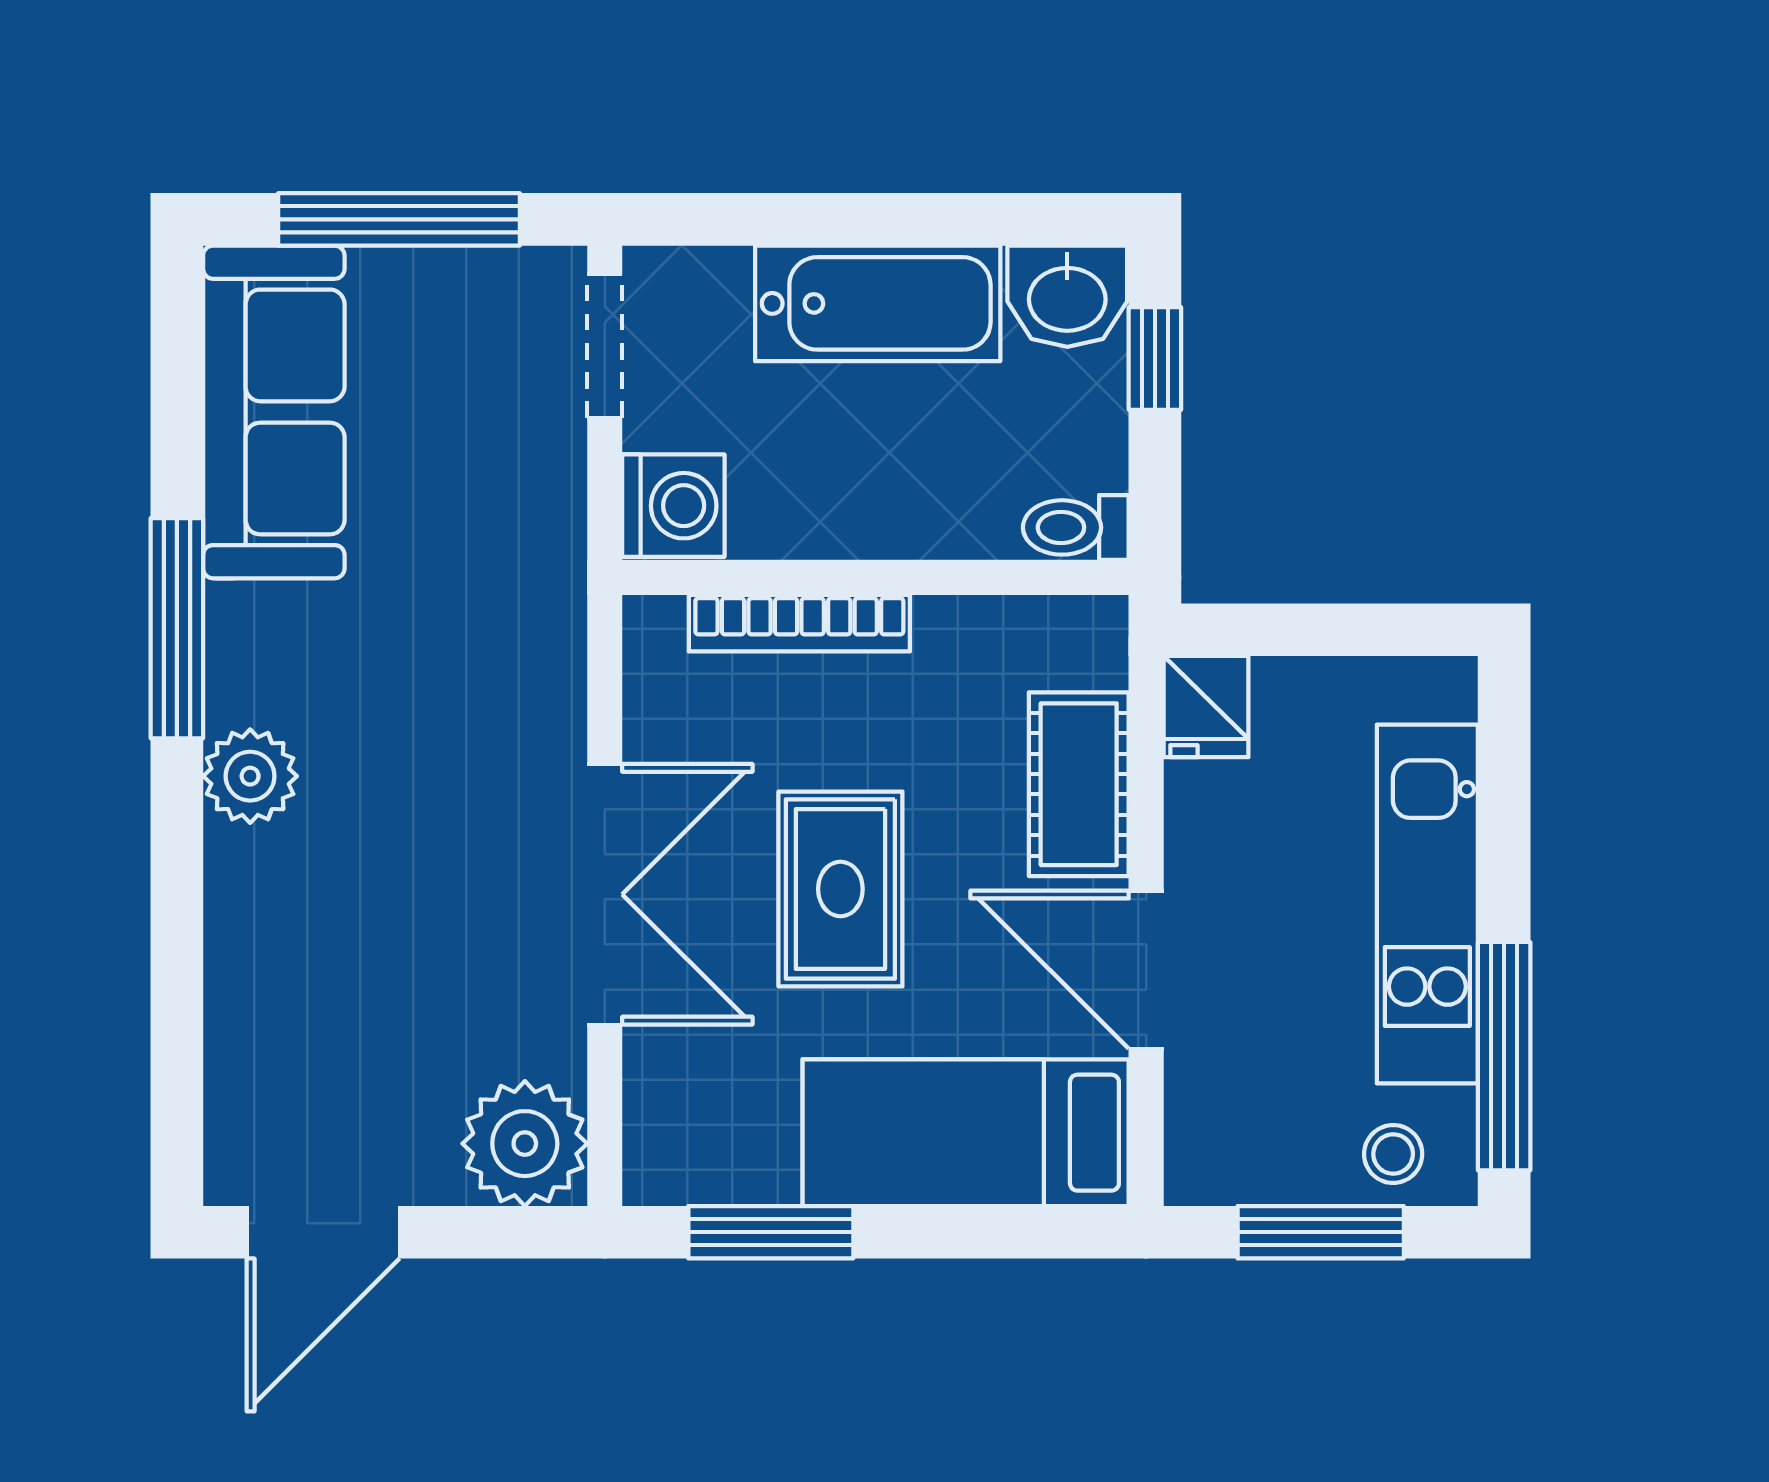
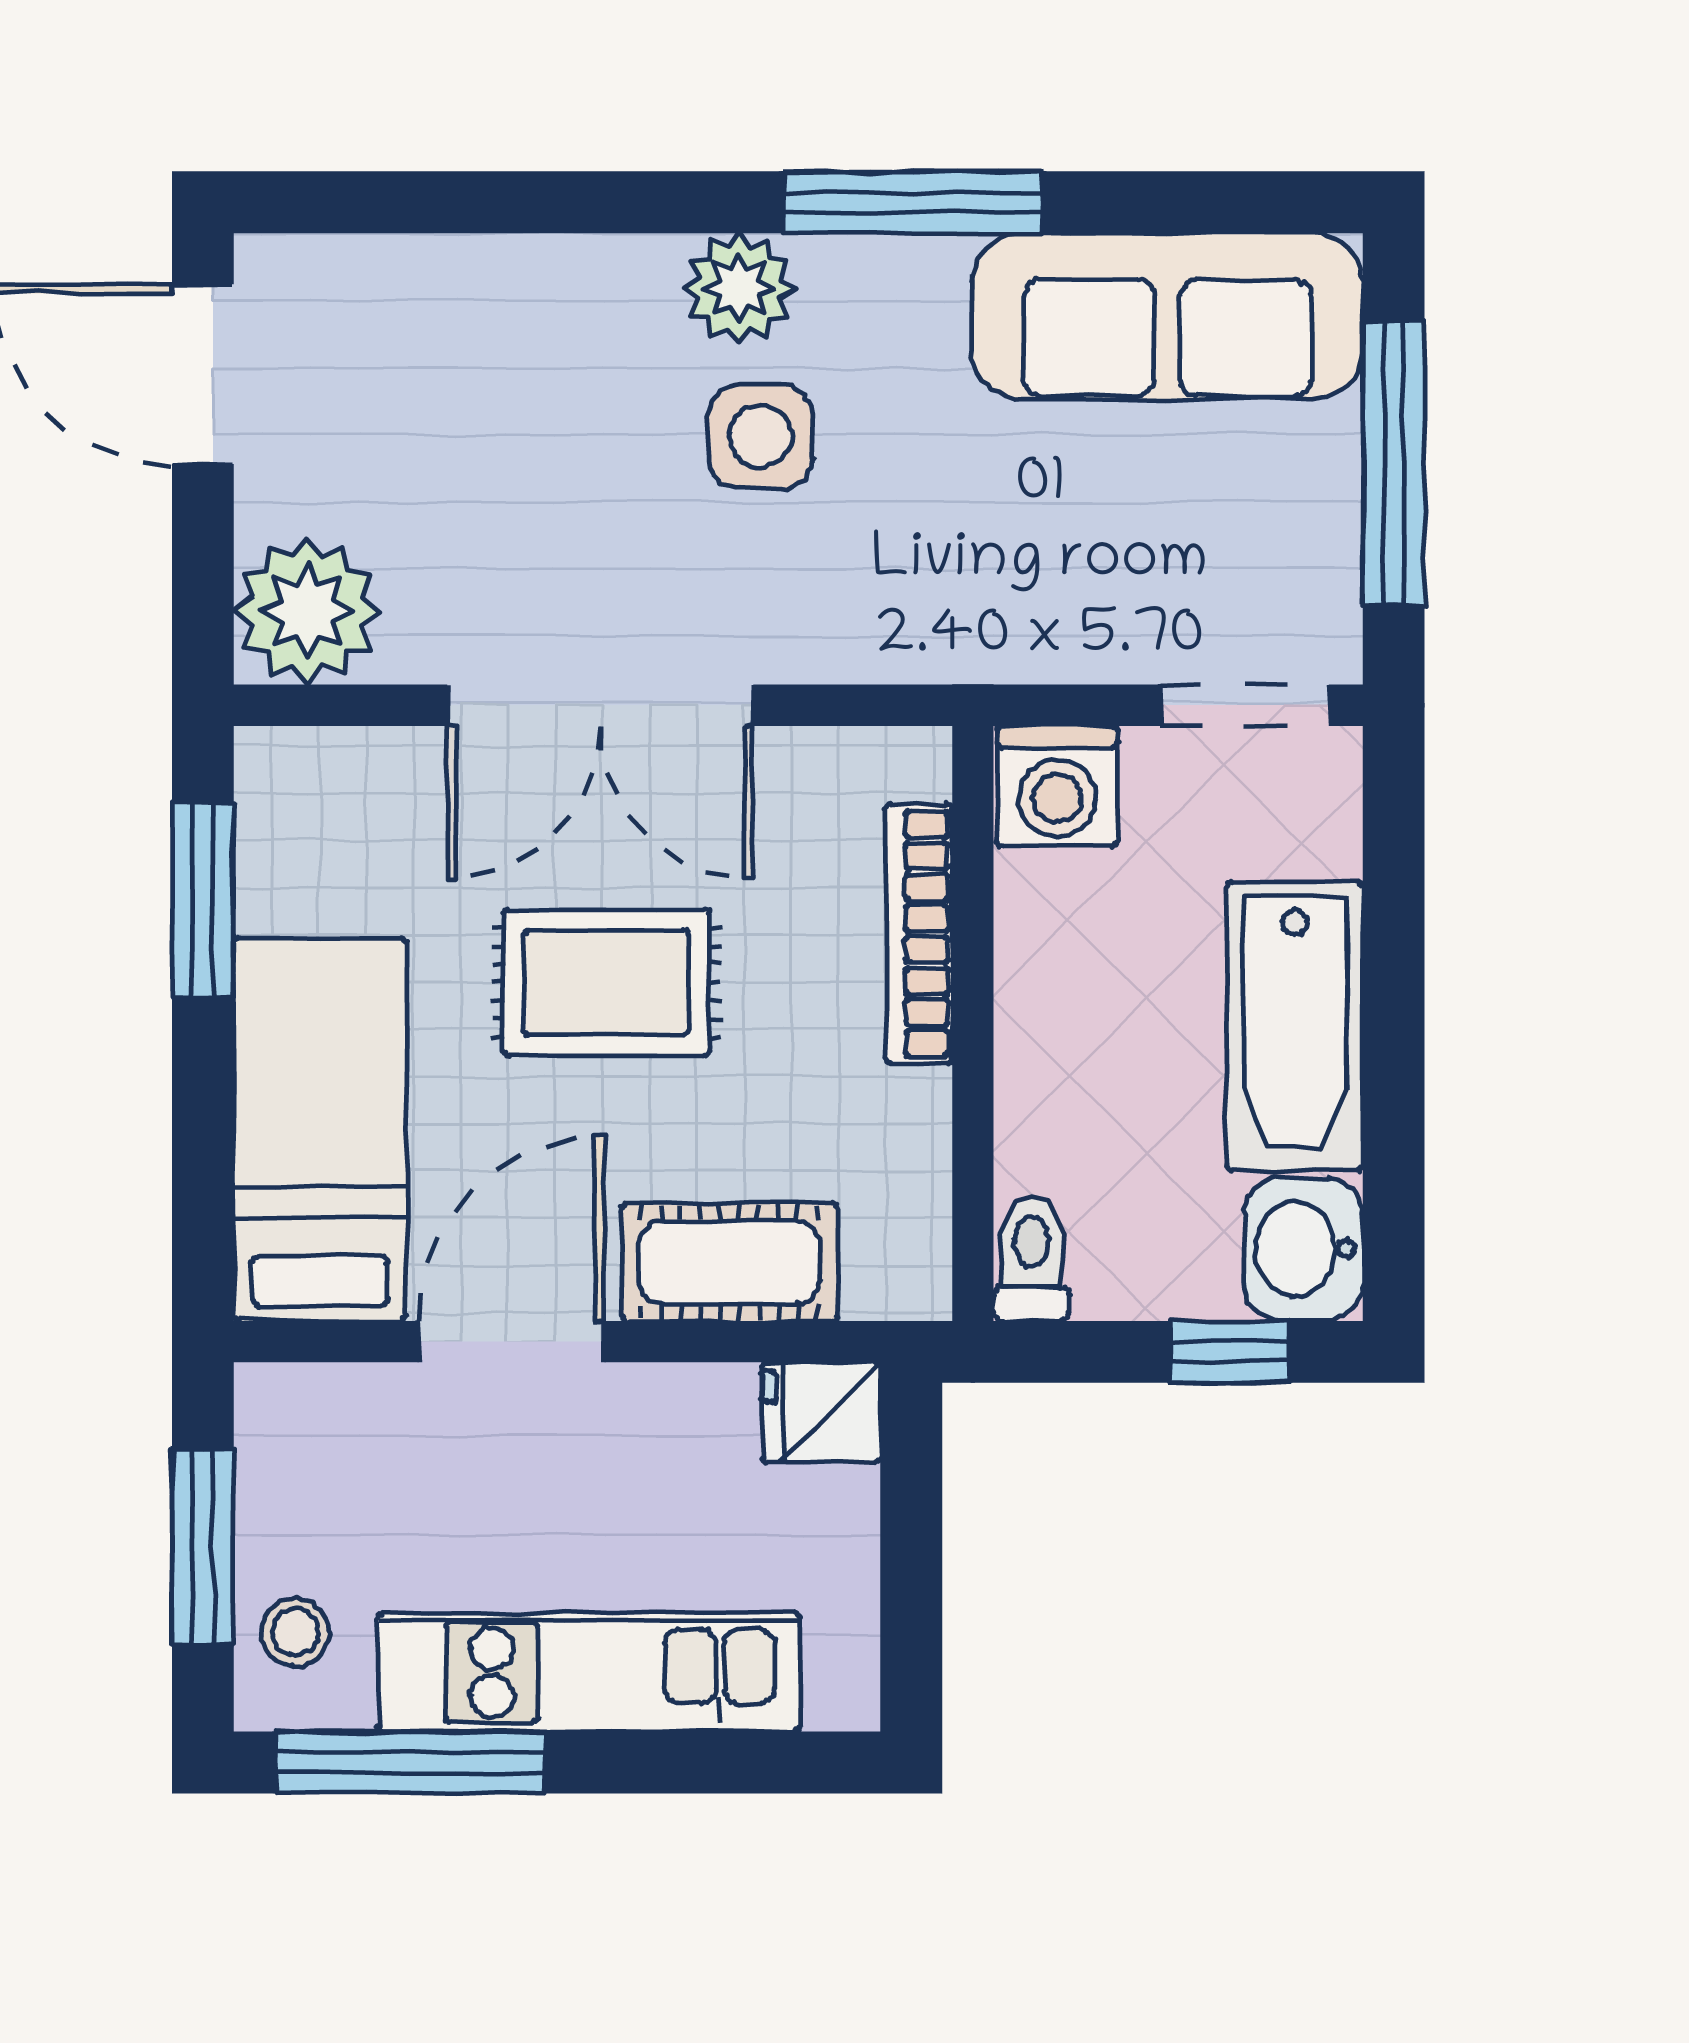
side table: (376, 758) -> (761, 437), added

